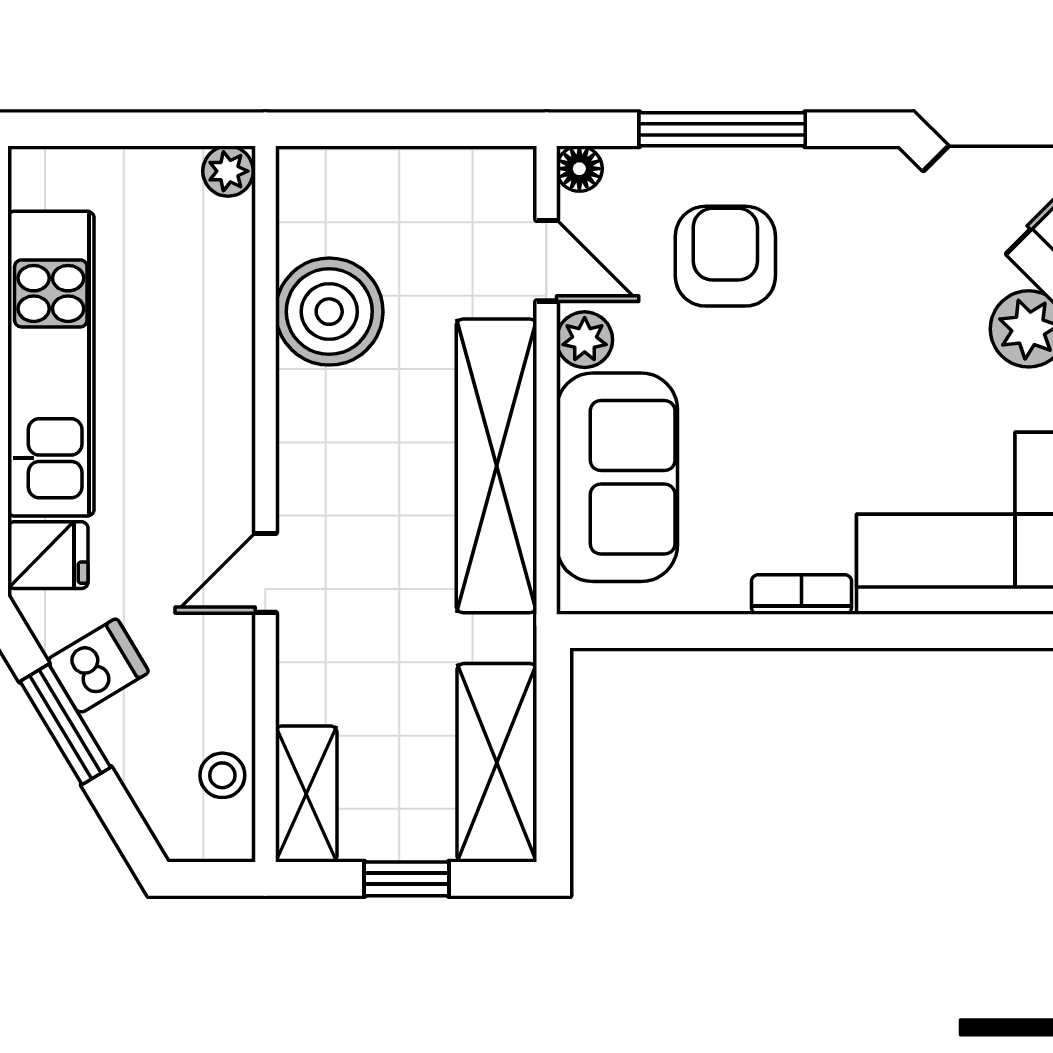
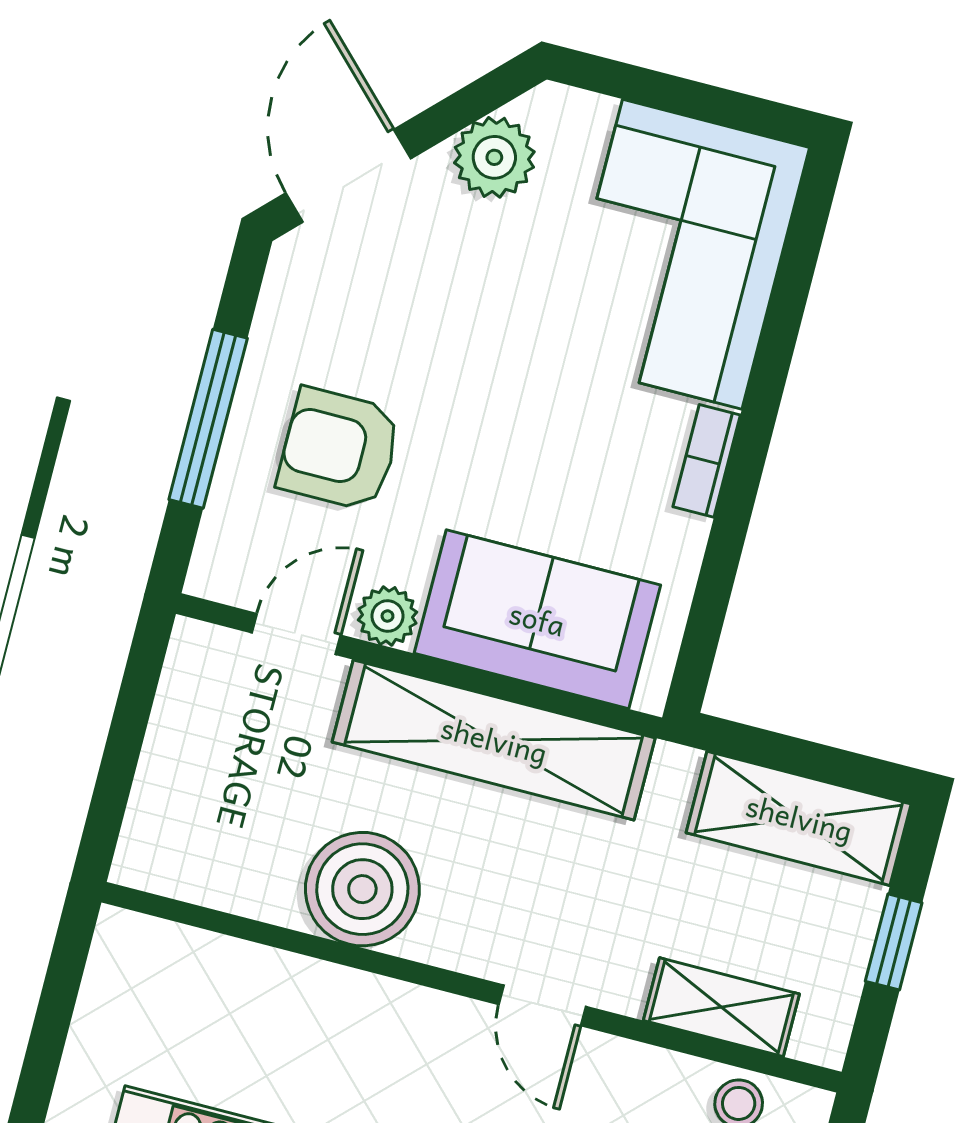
floor lamp: (579, 169) -> (211, 576), removed
plant: (228, 171) -> (120, 937), removed
boiler: (329, 312) -> (362, 889), moved
shelving: (306, 794) -> (721, 1007), moved

